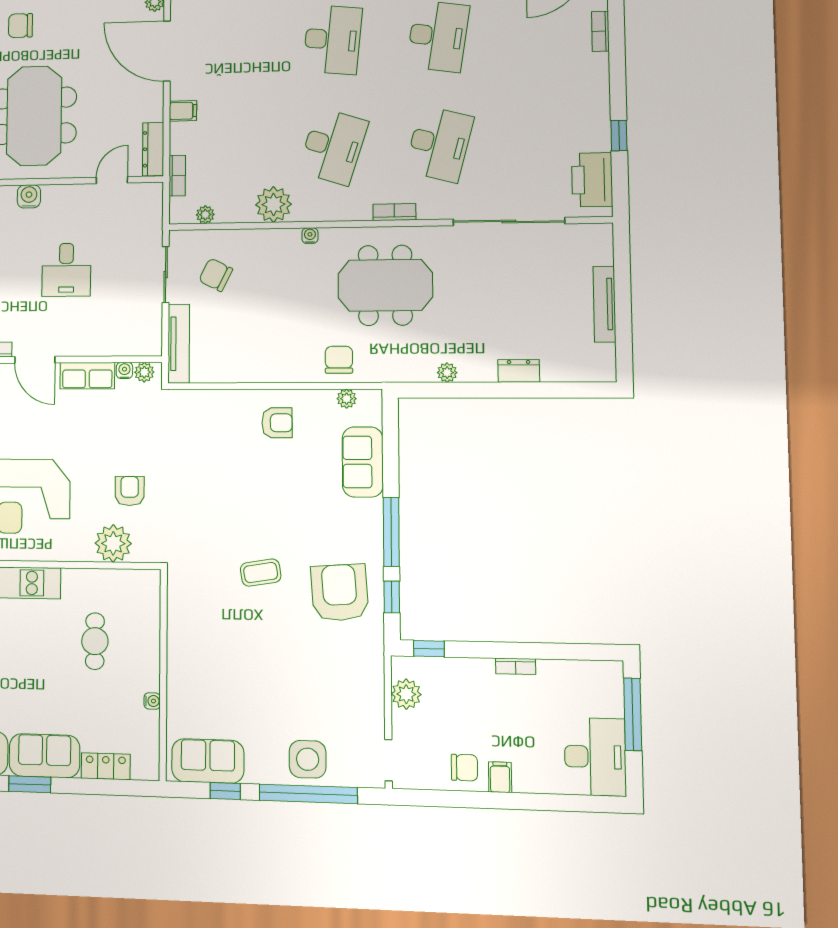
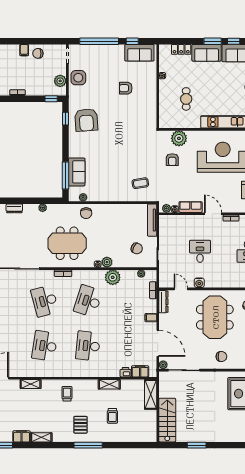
desk: (439, 144) -> (45, 301), turned -30
door: (112, 180) -> (181, 289), swing flipped
water cooler: (29, 196) -> (199, 283), moved
plant: (287, 241) -> (107, 262), added
armchair: (277, 423) -> (126, 88), moved
window: (391, 532) -> (66, 176), moved
coffee table: (261, 573) -> (140, 183), moved
side table: (308, 759) -> (78, 78), moved

